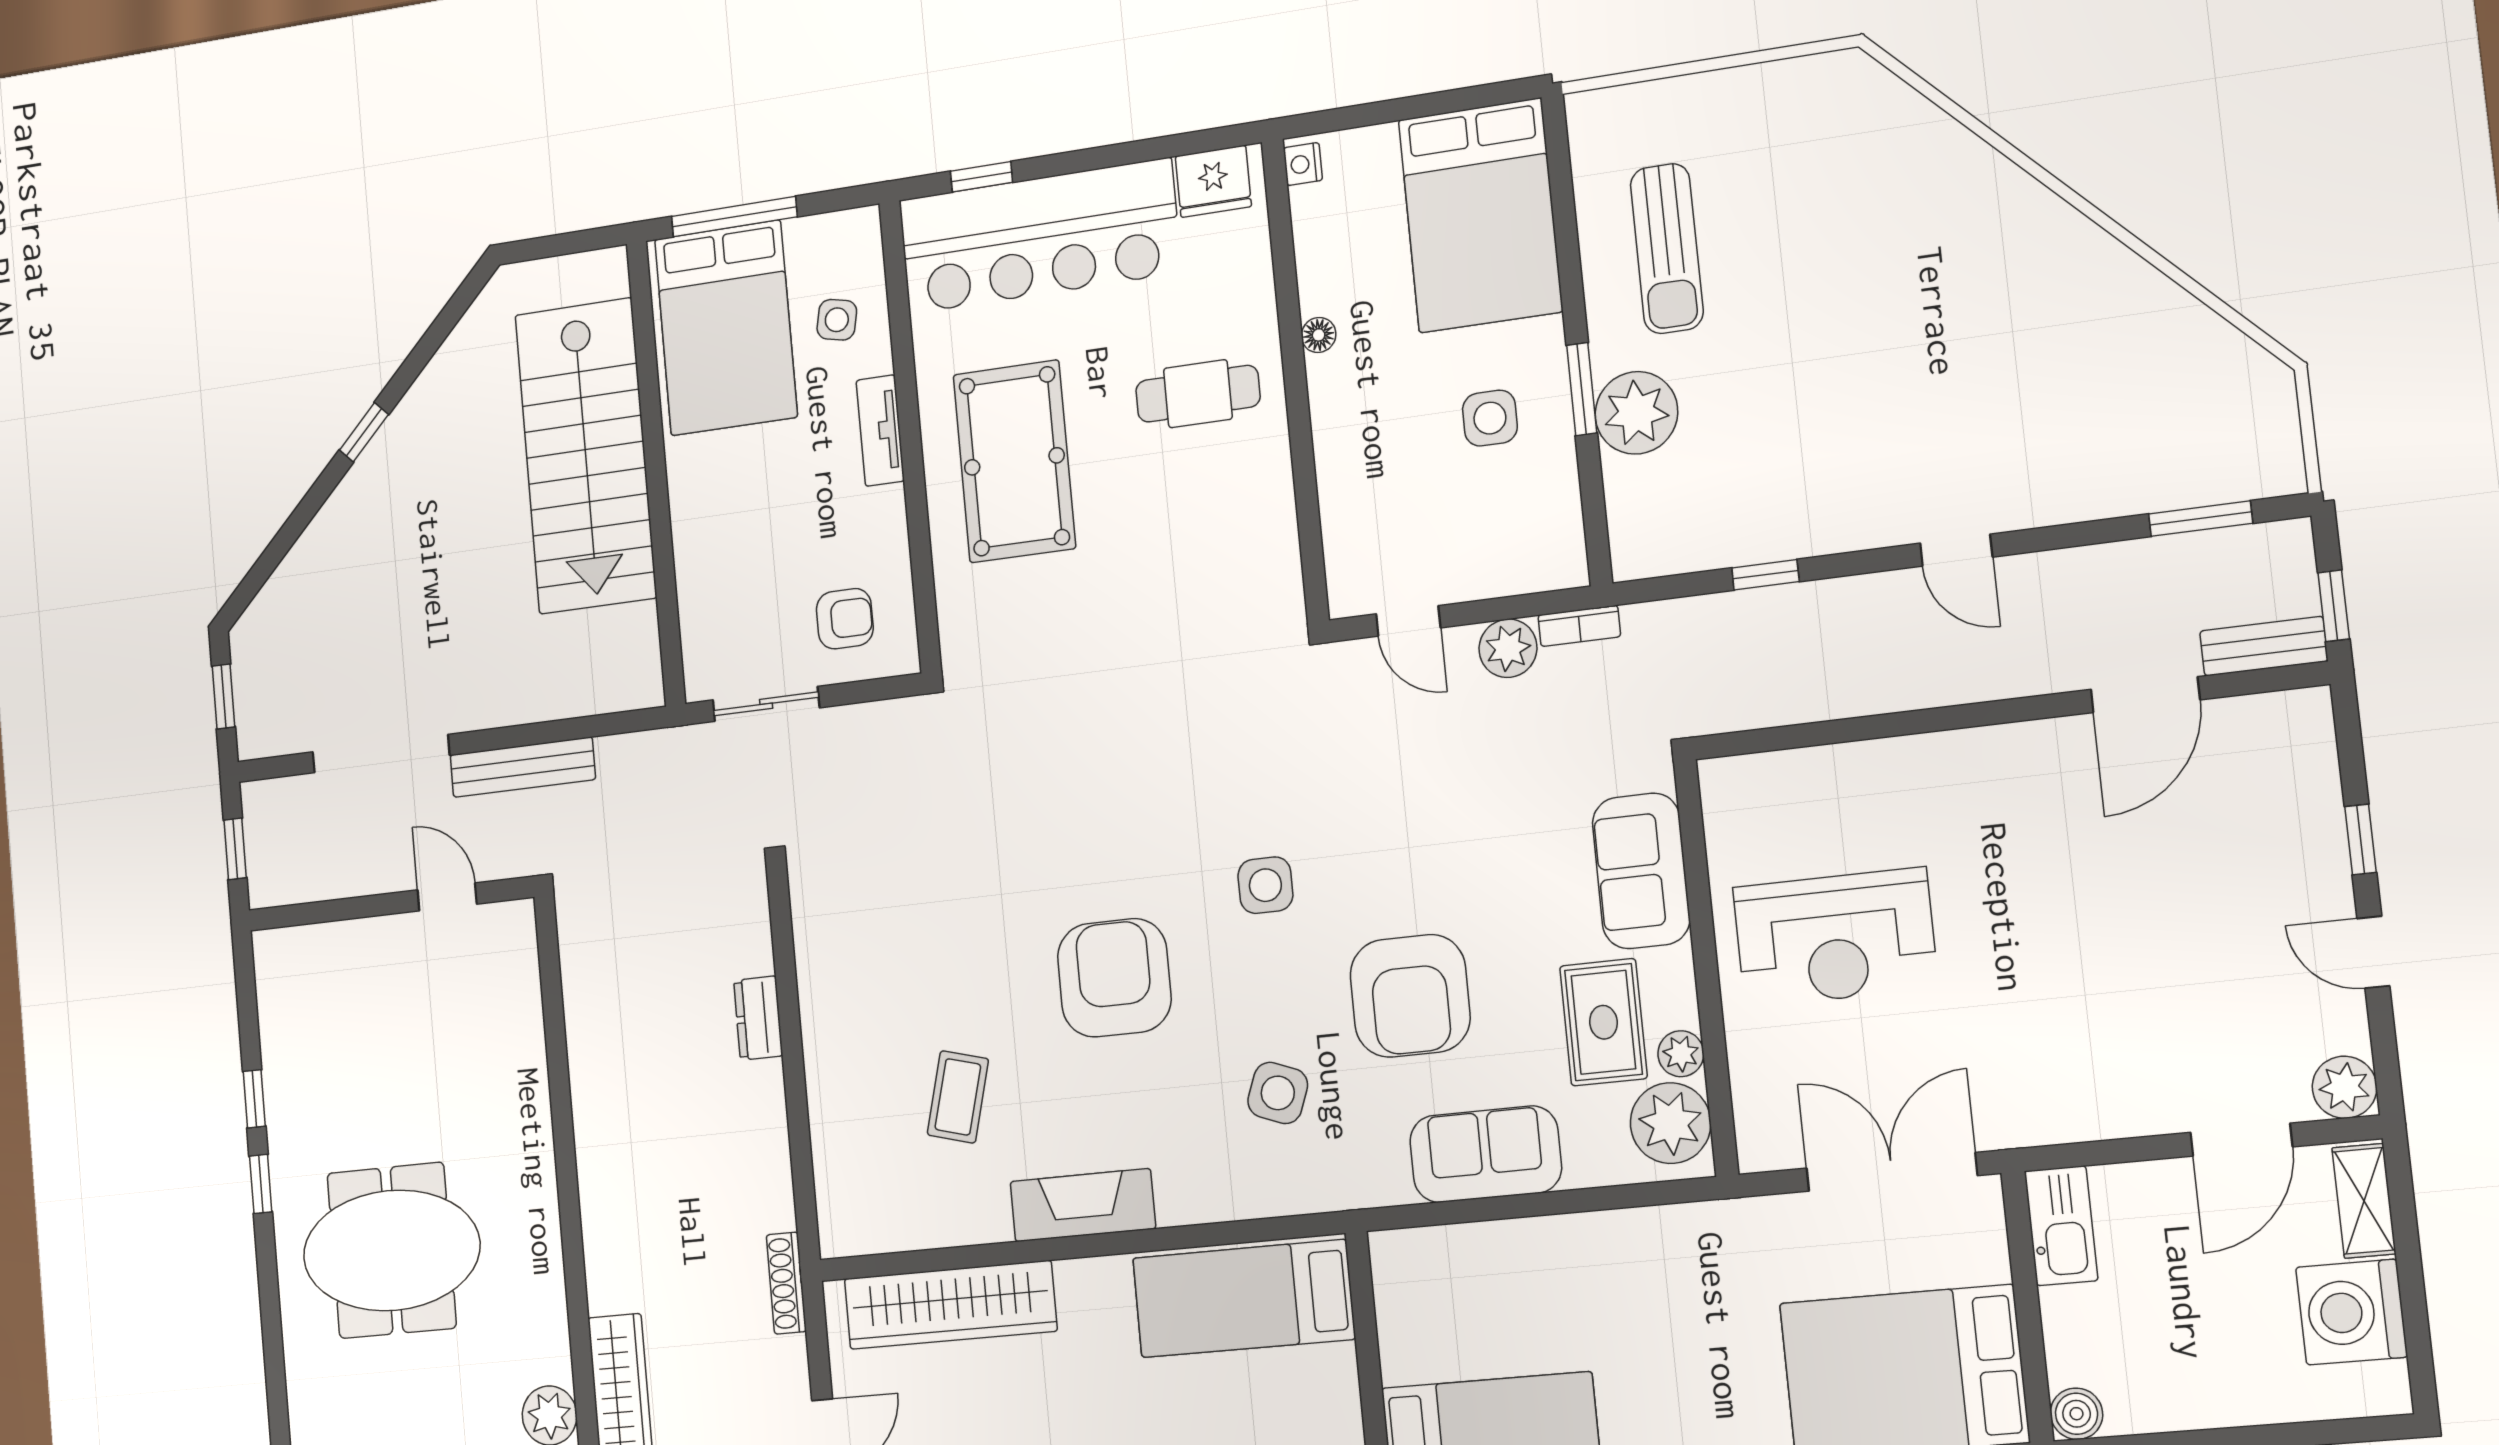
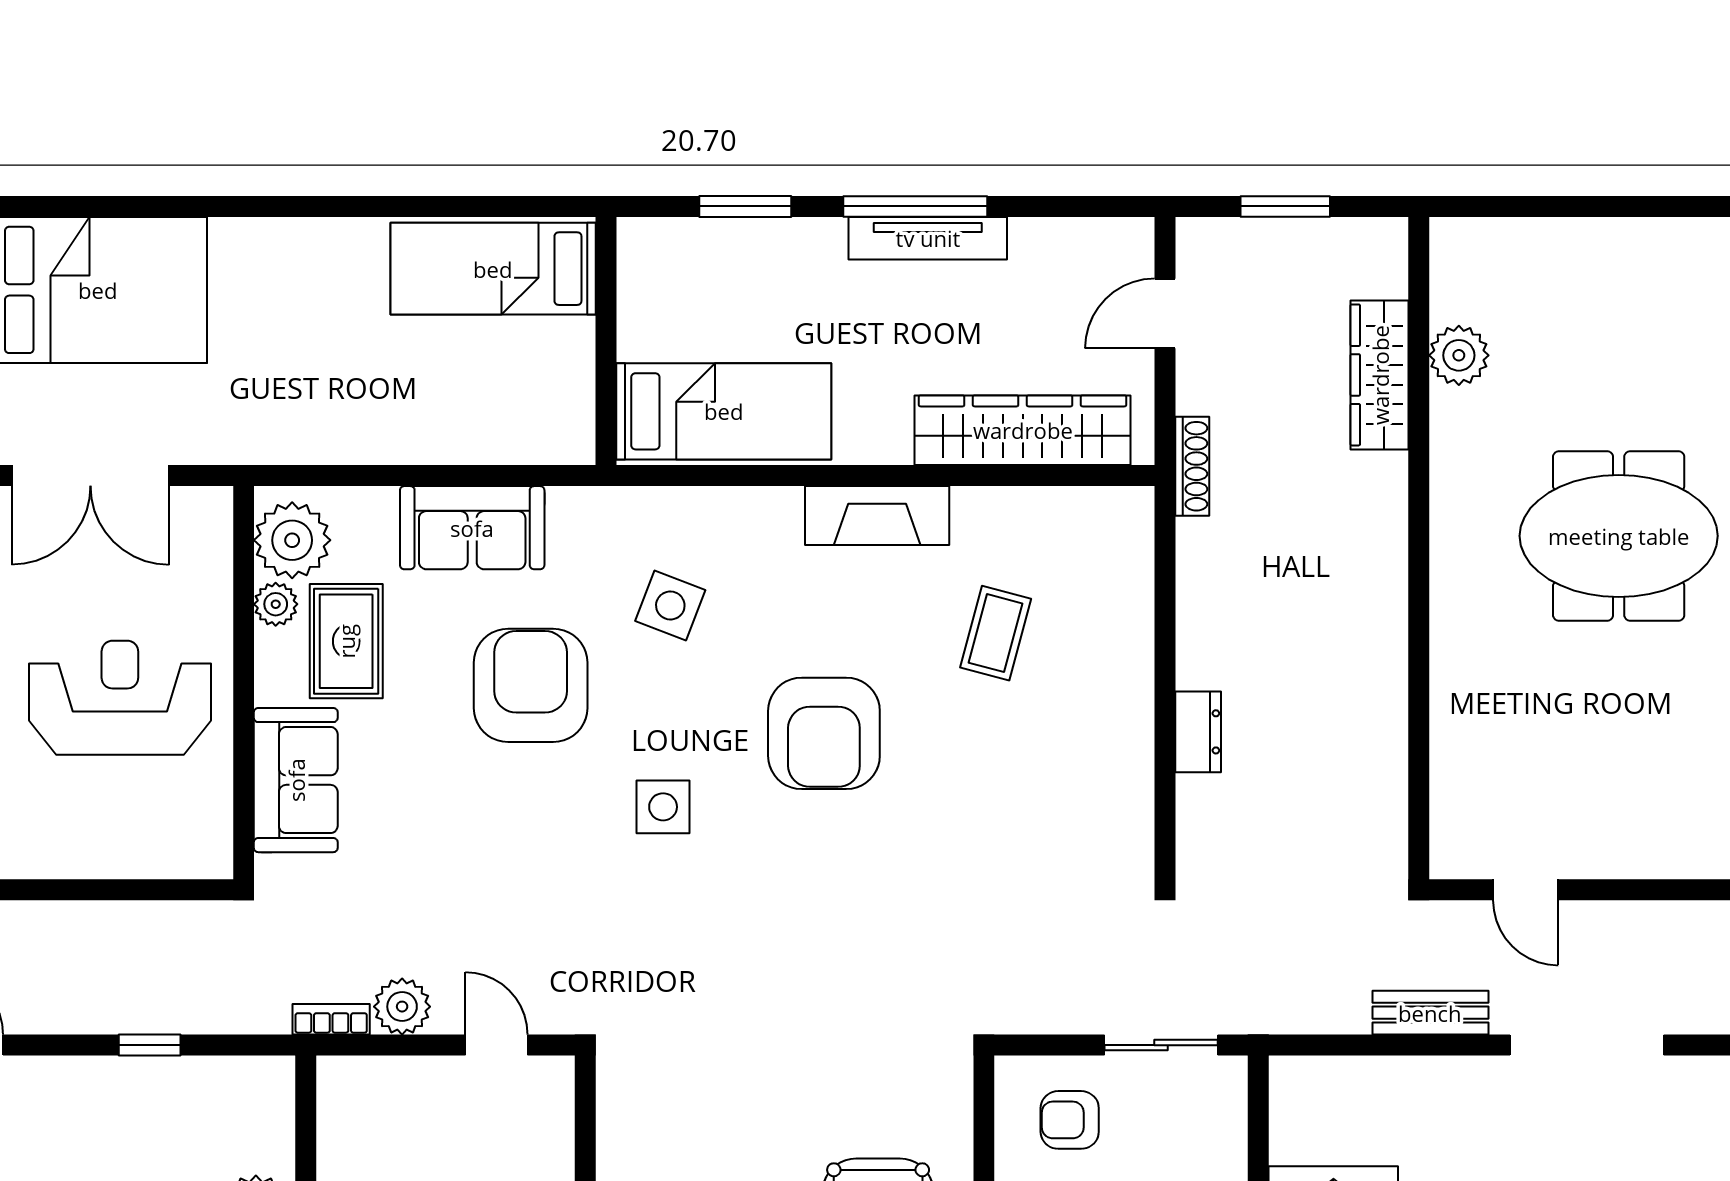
bench: (523, 767) -> (1430, 1013), width x0.73

